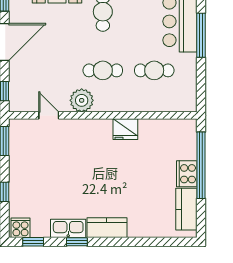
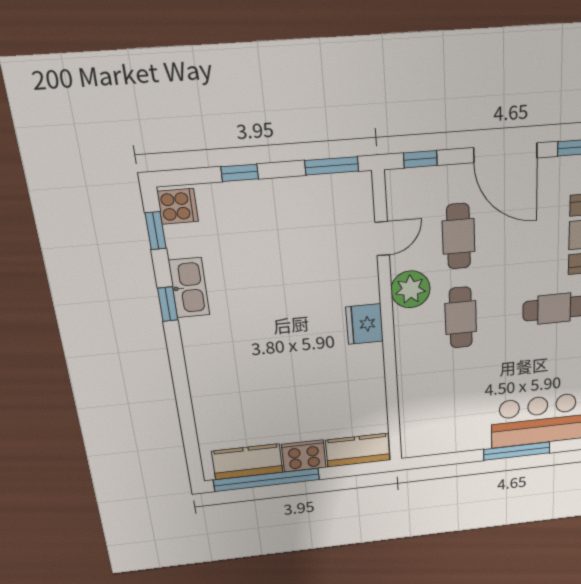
cafe table: (154, 70) -> (459, 236), moved
fridge: (125, 129) -> (365, 324), moved
window: (201, 165) -> (267, 480), moved
kitchen counter: (107, 228) -> (358, 450), moved, turned -90

